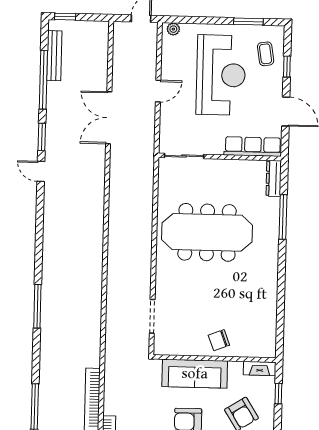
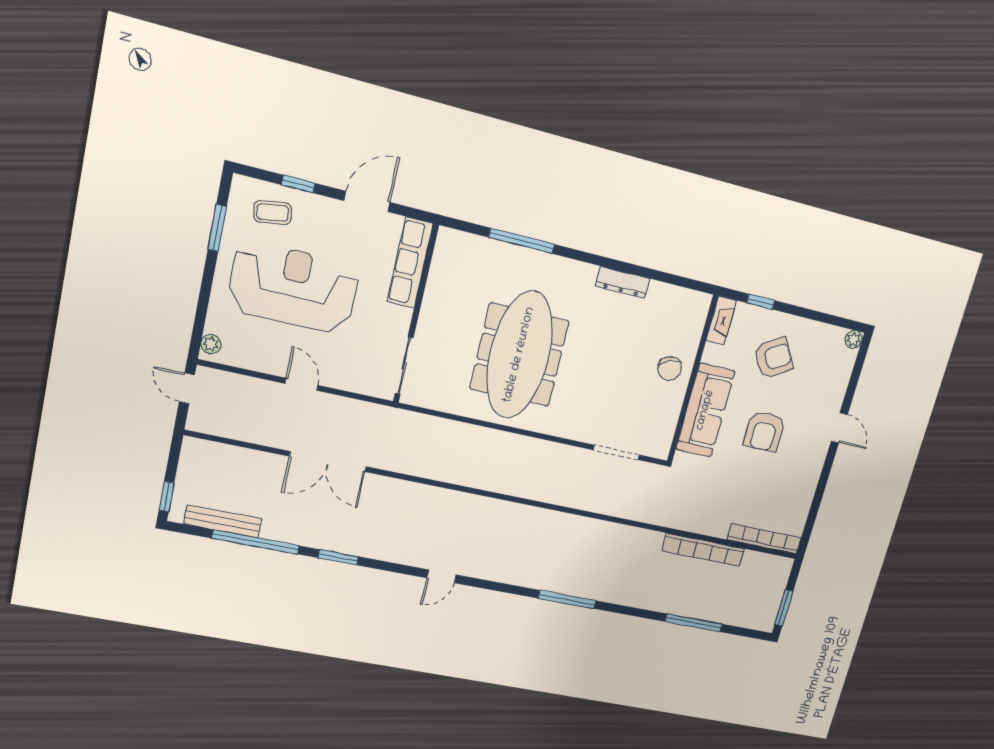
door: (41, 171) -> (442, 576), moved
dresser: (274, 178) -> (623, 282), moved

